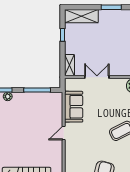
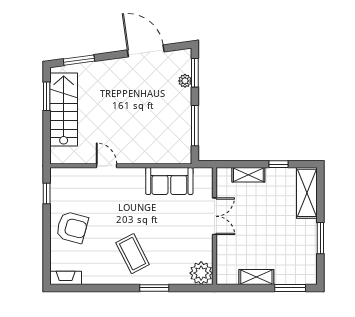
shelving: (70, 65) -> (248, 175), moved
door: (64, 133) -> (106, 166), moved

